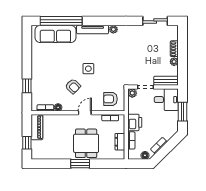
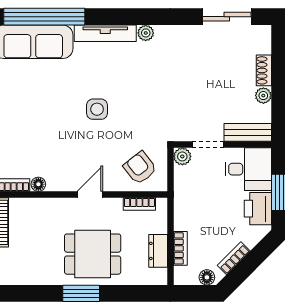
armchair: (73, 86) -> (67, 143), removed
armchair: (110, 99) -> (140, 168), turned 52
printer: (135, 122) -> (258, 209), moved, turned 180
dining table: (86, 143) -> (93, 254), turned 90

